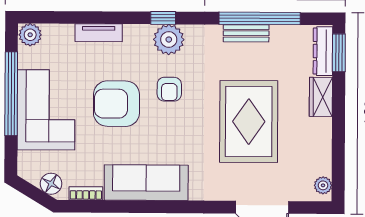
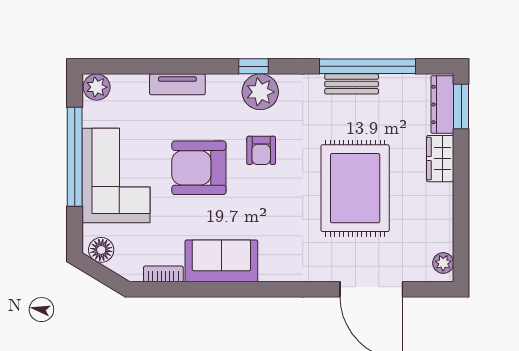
sofa: (146, 183) -> (221, 261), width x0.73
floor lamp: (51, 184) -> (101, 250), moved

